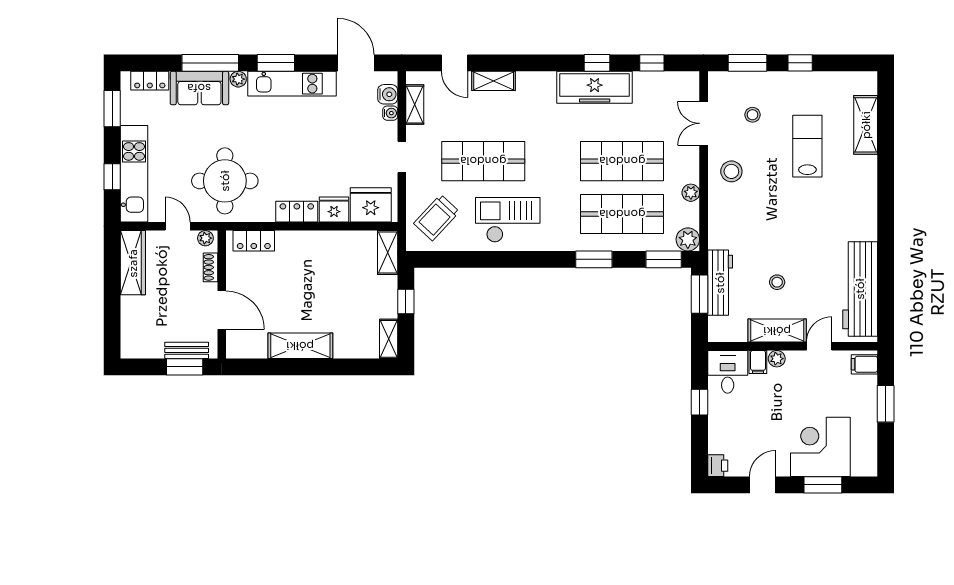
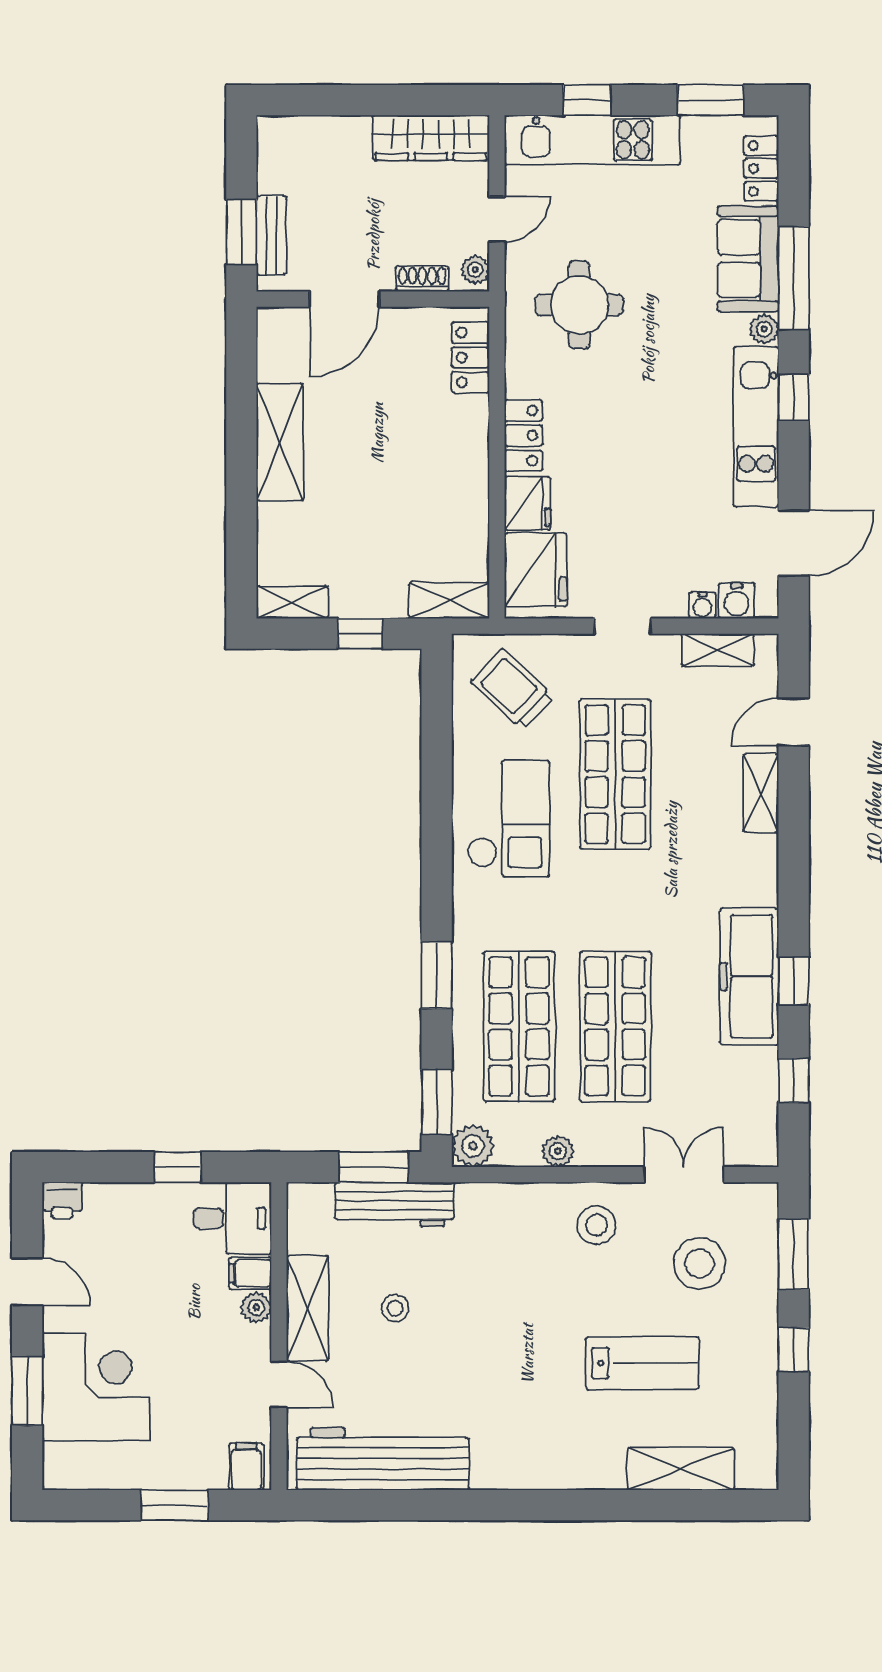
window: (276, 63) -> (794, 398), width x0.67
stool: (752, 115) -> (699, 1263), width x1.89, depth x1.89
round table: (225, 181) -> (579, 305), width x0.73, depth x0.73

